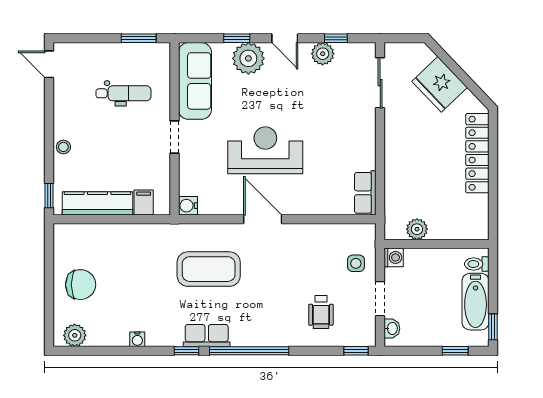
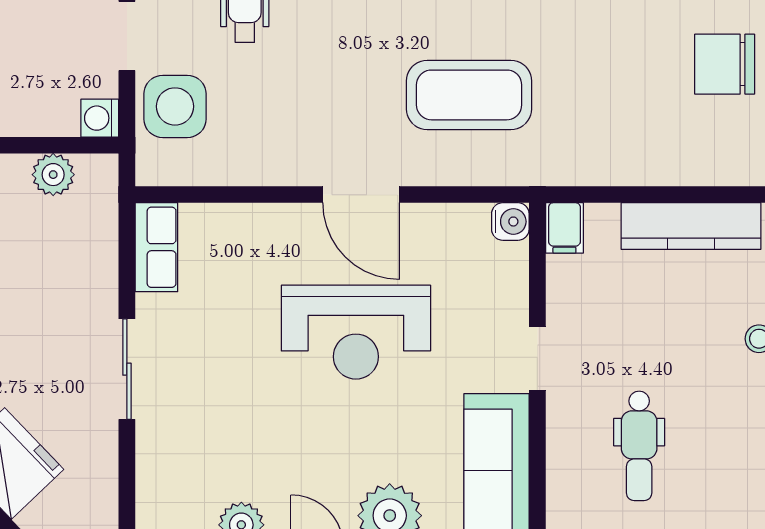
sliding door: (380, 83) -> (127, 369), moved
dental chair: (123, 93) -> (639, 446), turned -90
filing cabinet: (144, 202) -> (564, 228), moved
side table: (356, 263) -> (175, 106), width x1.87, depth x1.87

